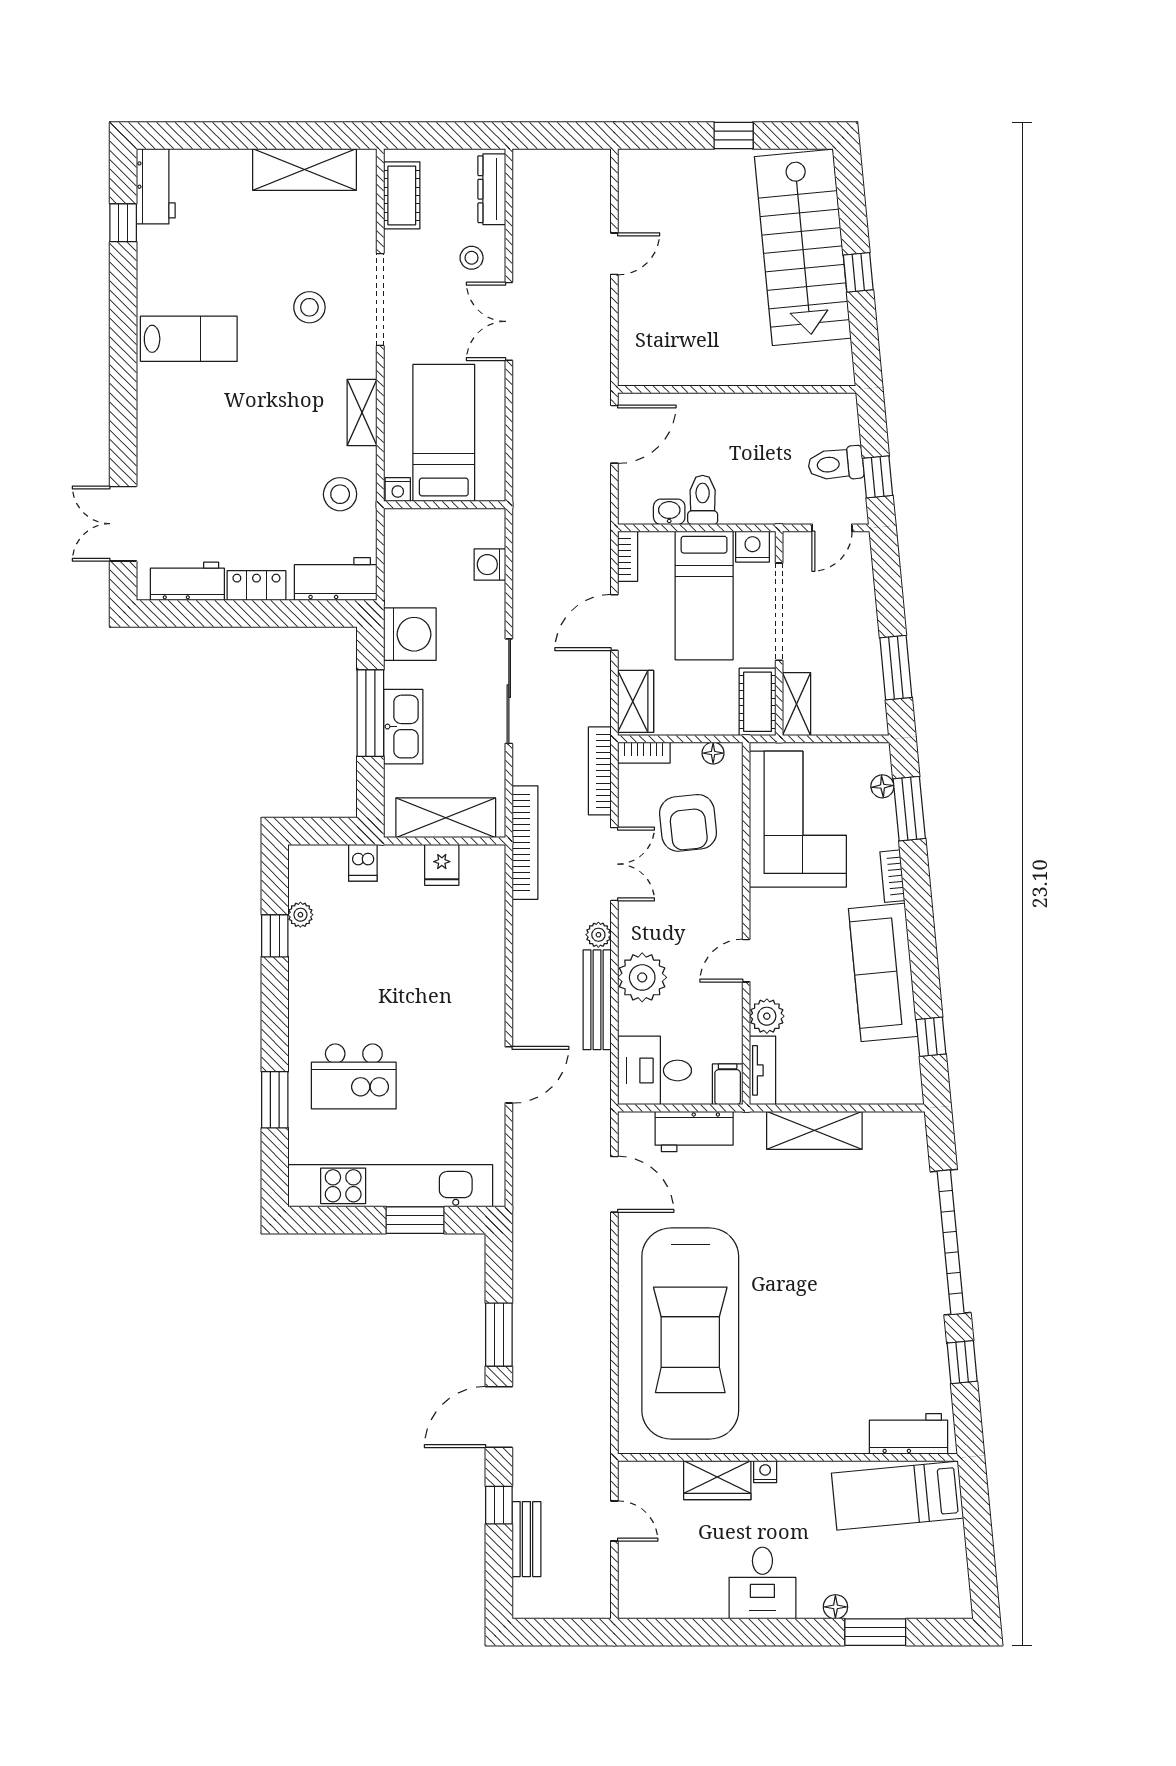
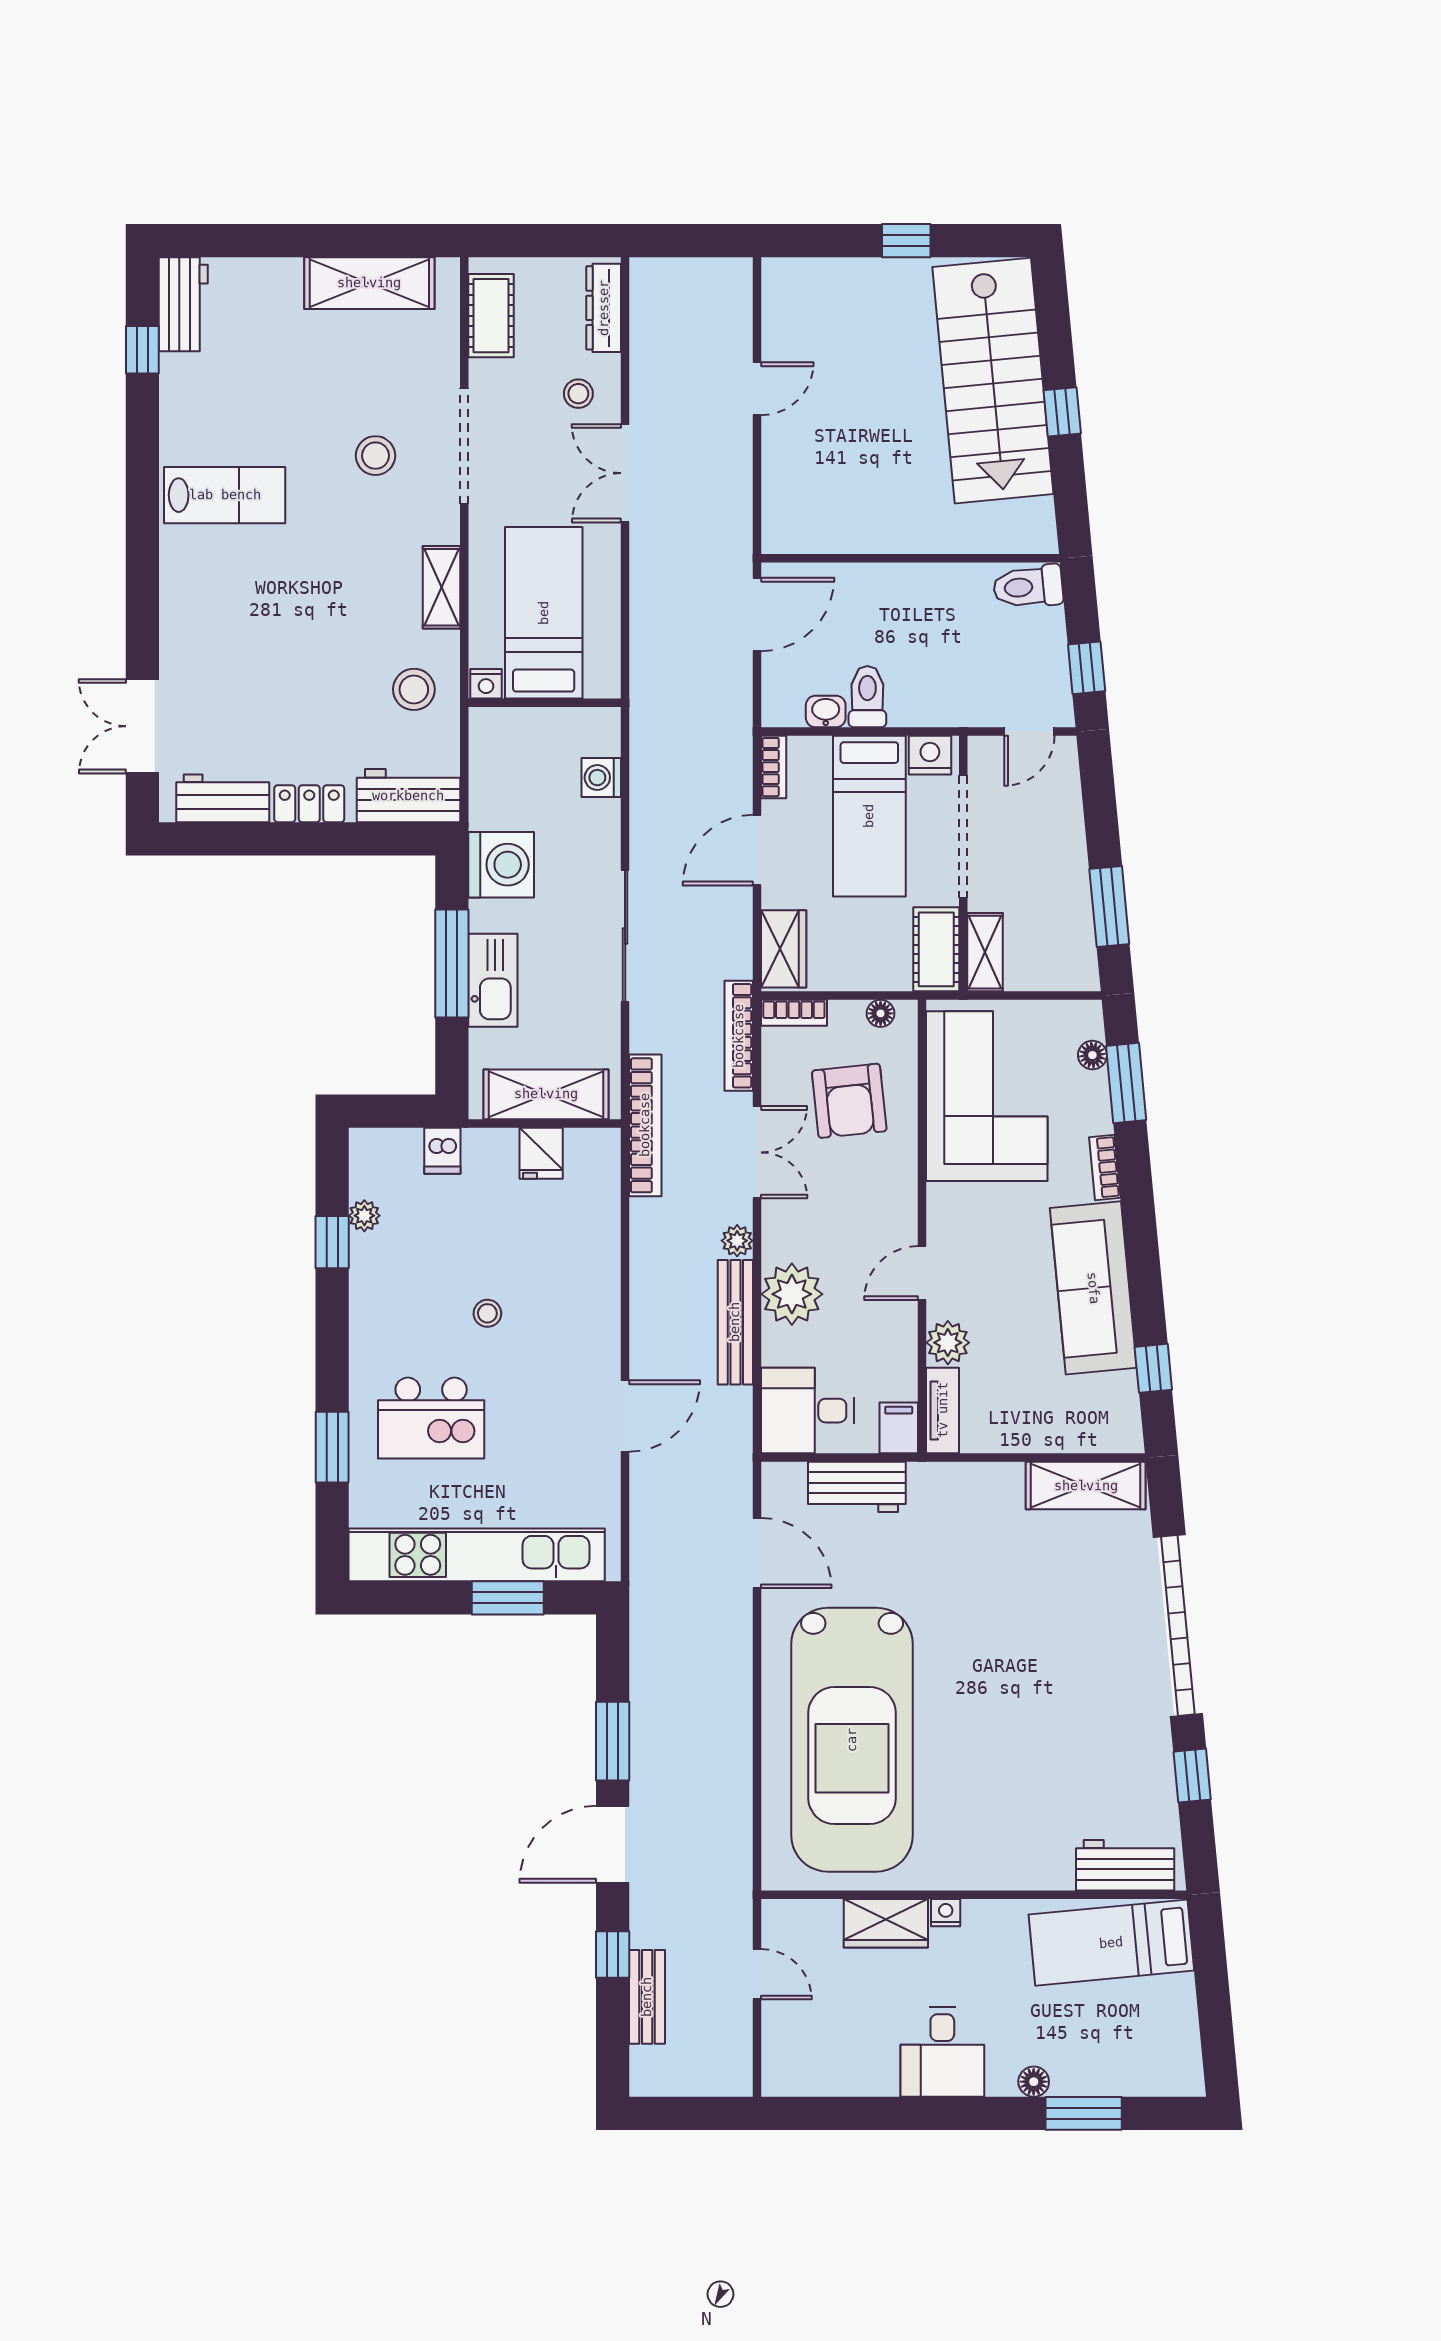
toilet: (836, 464) -> (1028, 587), moved
stool: (399, 993) -> (487, 1313), added
shelving: (814, 1130) -> (1086, 1486), moved

